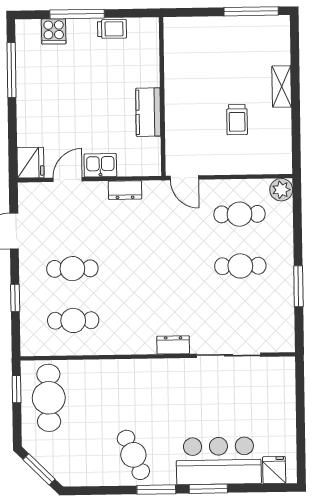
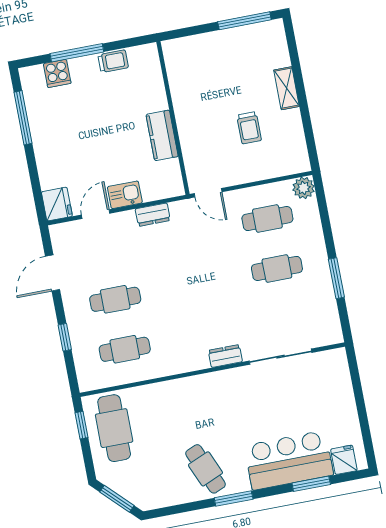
window: (208, 489) -> (311, 484), moved

